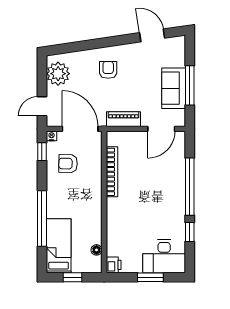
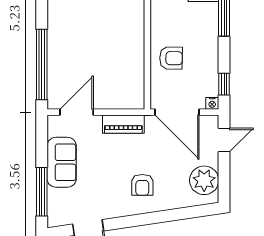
window: (190, 85) -> (42, 192), moved
armchair: (68, 164) -> (171, 58), moved
bookcase: (112, 172) -> (138, 59), removed
window: (190, 187) -> (42, 64), moved

